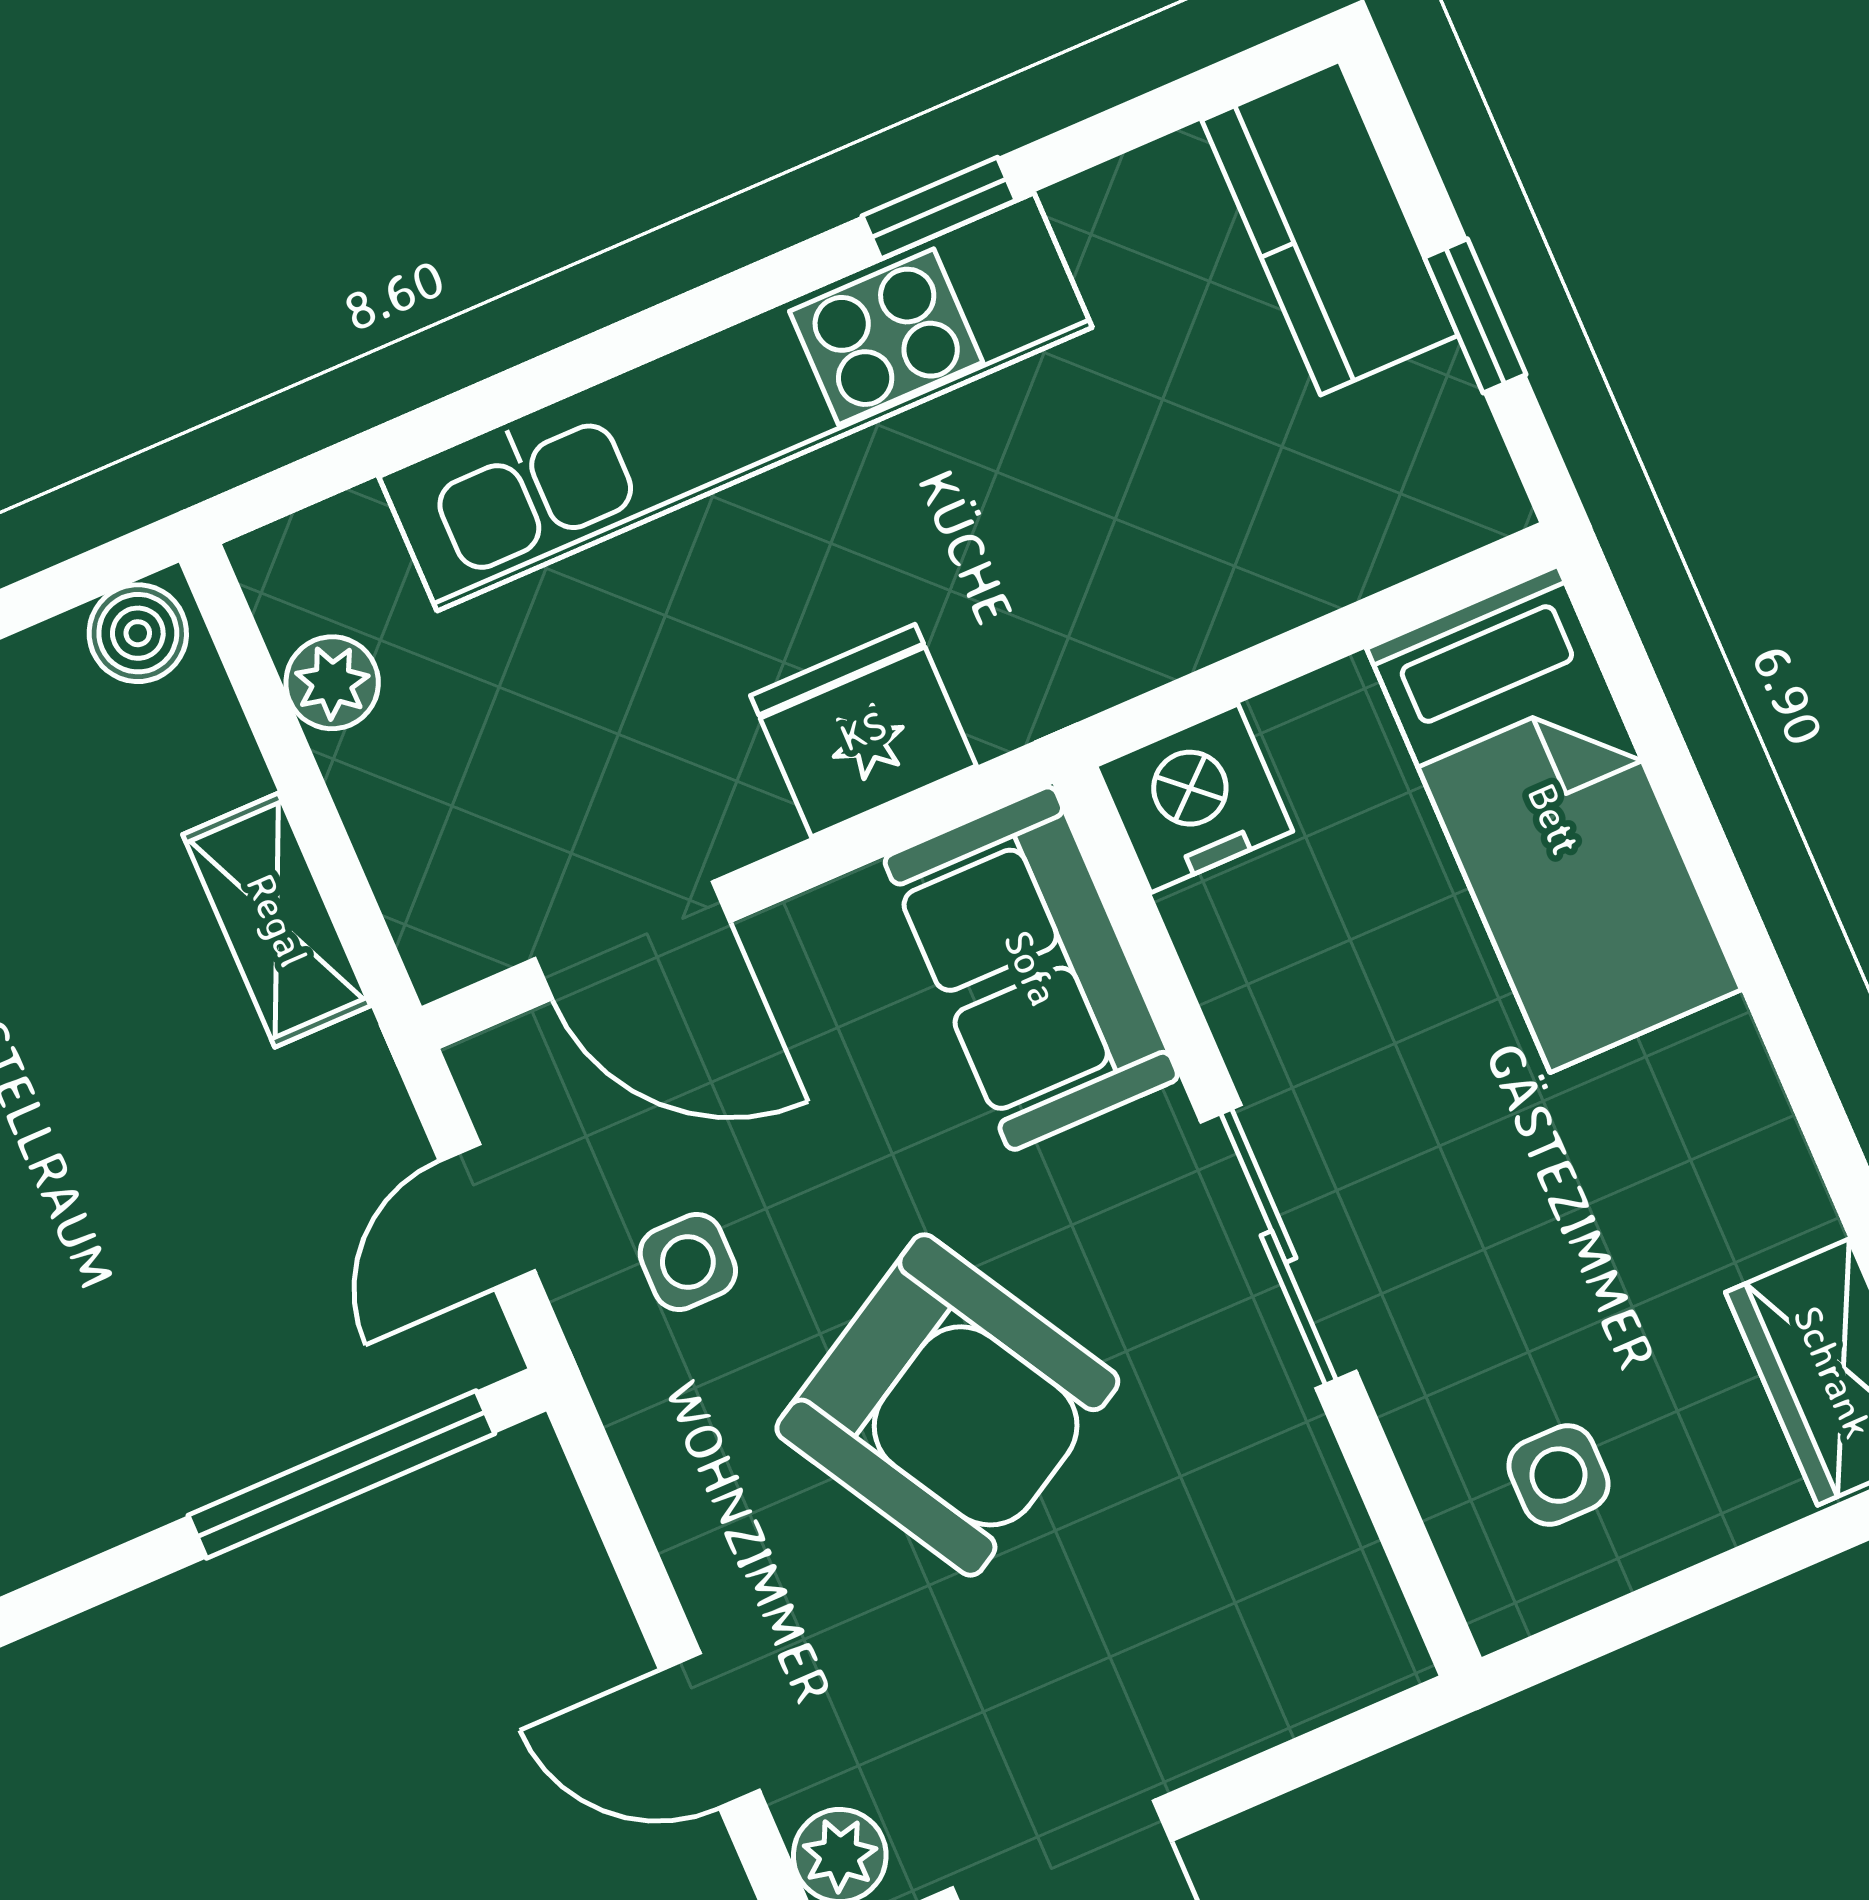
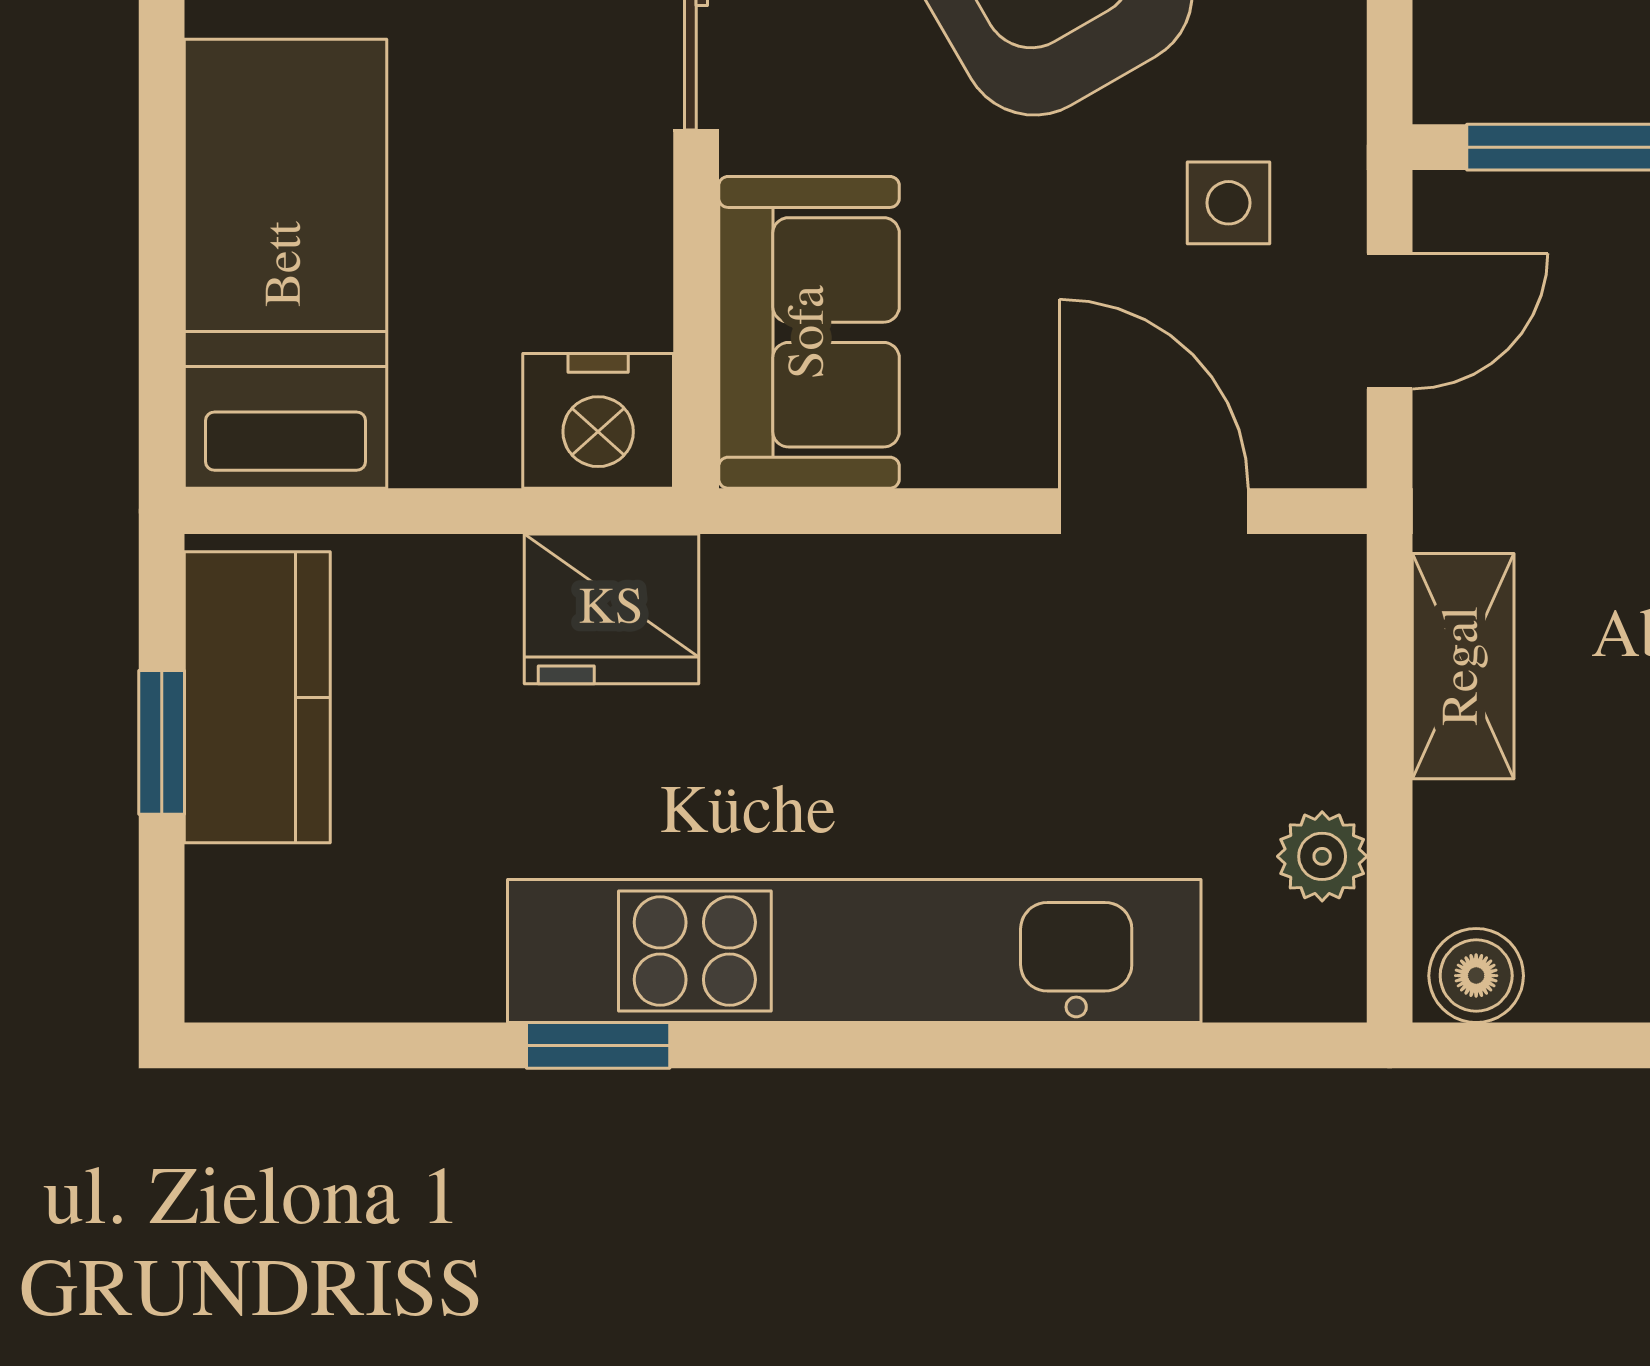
kitchen counter: (1330, 228) -> (257, 697), moved
fridge: (863, 731) -> (611, 609), moved

